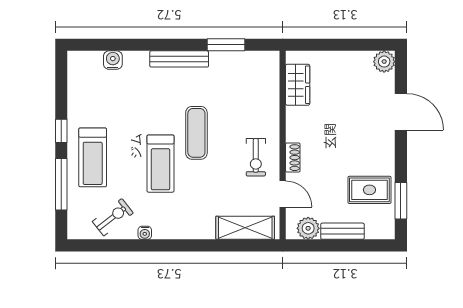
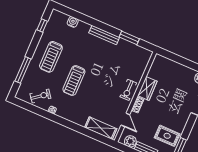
wardrobe: (298, 85) -> (147, 88), moved
window: (61, 131) -> (42, 25), moved
exercise mat: (196, 133) -> (97, 73), removed
treadmill: (93, 157) -> (51, 57), moved
exercise bike: (256, 157) -> (128, 90), moved

